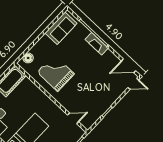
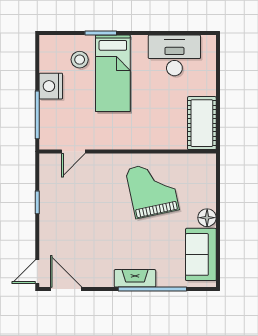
floor lamp: (28, 58) -> (207, 218), moved
door: (129, 66) -> (66, 289), hinge flipped
grand piano: (56, 73) -> (152, 189), turned -102

